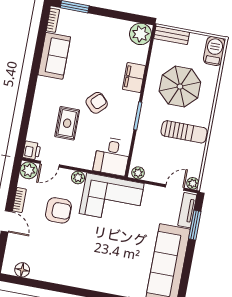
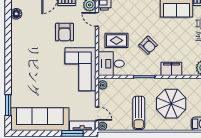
rug: (67, 123) -> (116, 40), moved
plant: (78, 178) -> (91, 42), removed

